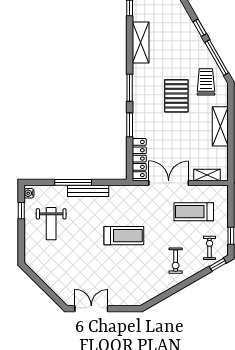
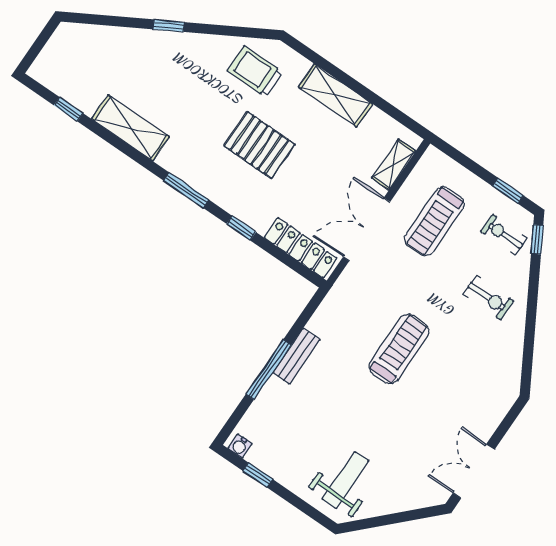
window: (217, 58) -> (230, 31), removed
pallet: (176, 96) -> (259, 145), moved
window: (130, 125) -> (241, 228), width x0.67
bench: (88, 191) -> (296, 356), width x0.73
weight bench: (51, 224) -> (345, 480), moved, turned -90

